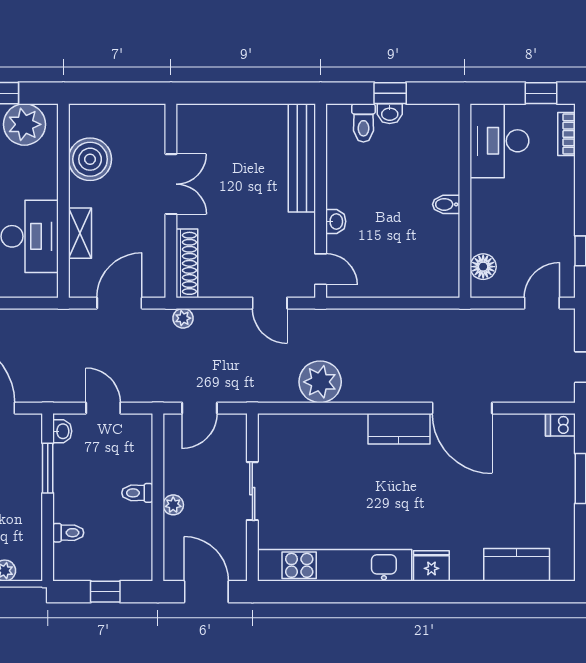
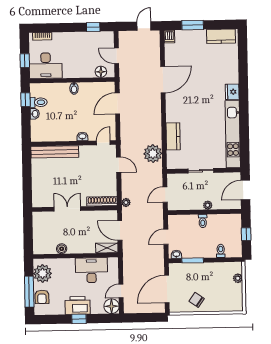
window: (390, 93) -> (25, 100), moved
window: (541, 93) -> (25, 61), moved
toilet: (363, 123) -> (39, 102), moved
boiler: (90, 159) -> (62, 249), width x0.54, depth x0.54
shelving: (80, 233) -> (107, 248), moved
door: (270, 303) -> (119, 165), hinge flipped
door: (410, 303) -> (117, 103), added
door: (542, 303) -> (116, 56), moved
plant: (320, 382) -> (153, 154), moved
door: (200, 408) -> (165, 195), swing flipped
kitchen counter: (399, 429) -> (173, 136), moved
kitchen counter: (517, 565) -> (221, 36), moved, turned -90

